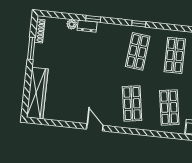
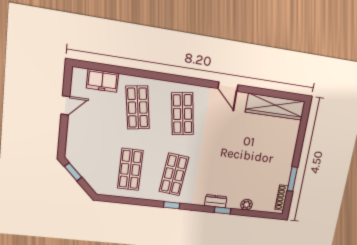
dresser: (87, 26) -> (216, 201), moved
wardrobe: (37, 93) -> (275, 107), moved, turned -90

